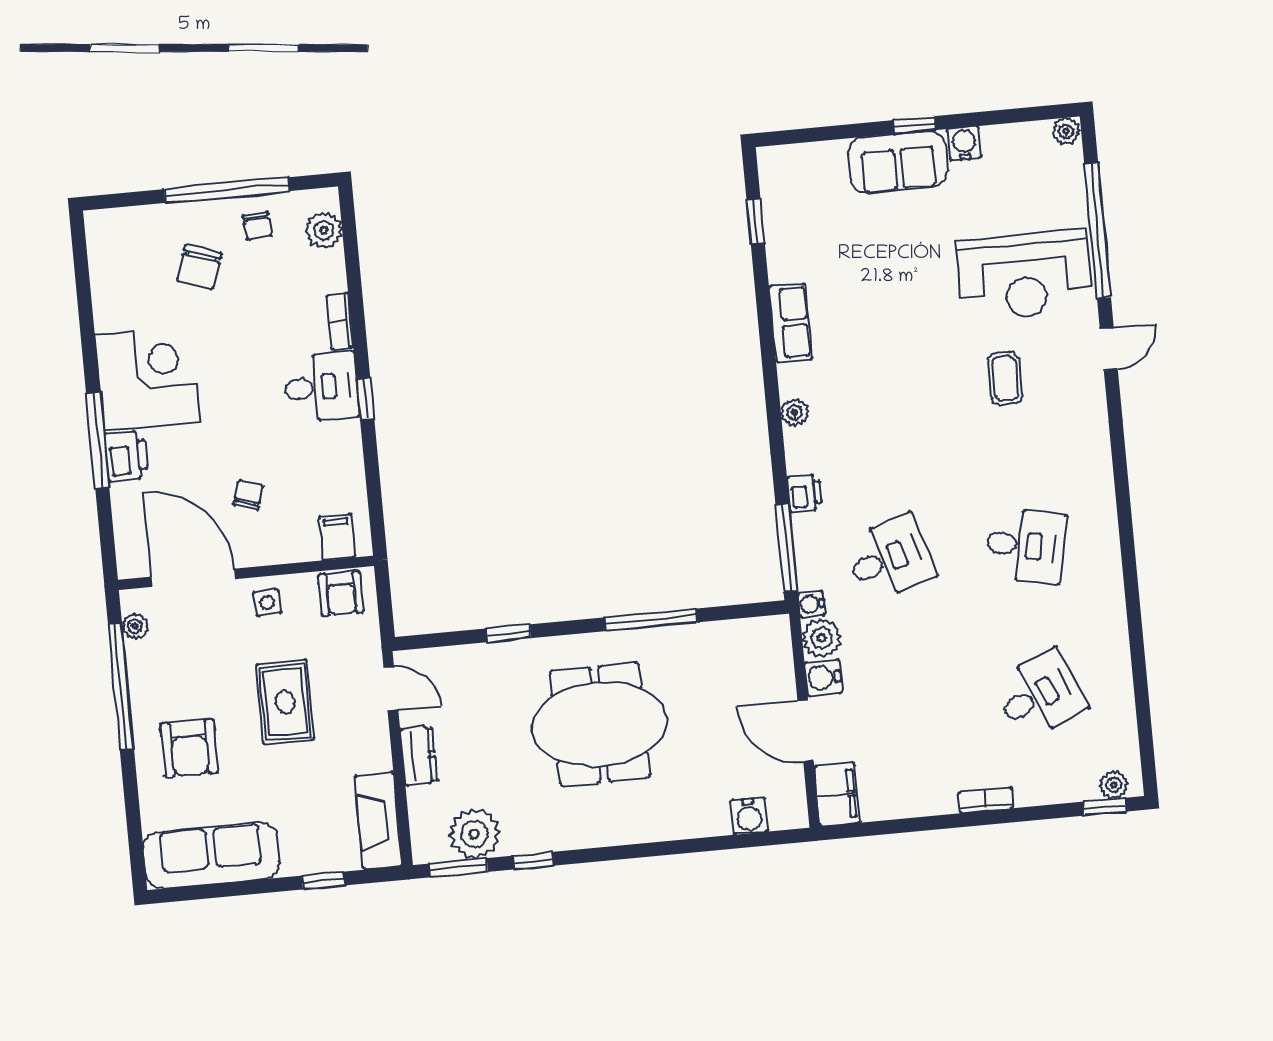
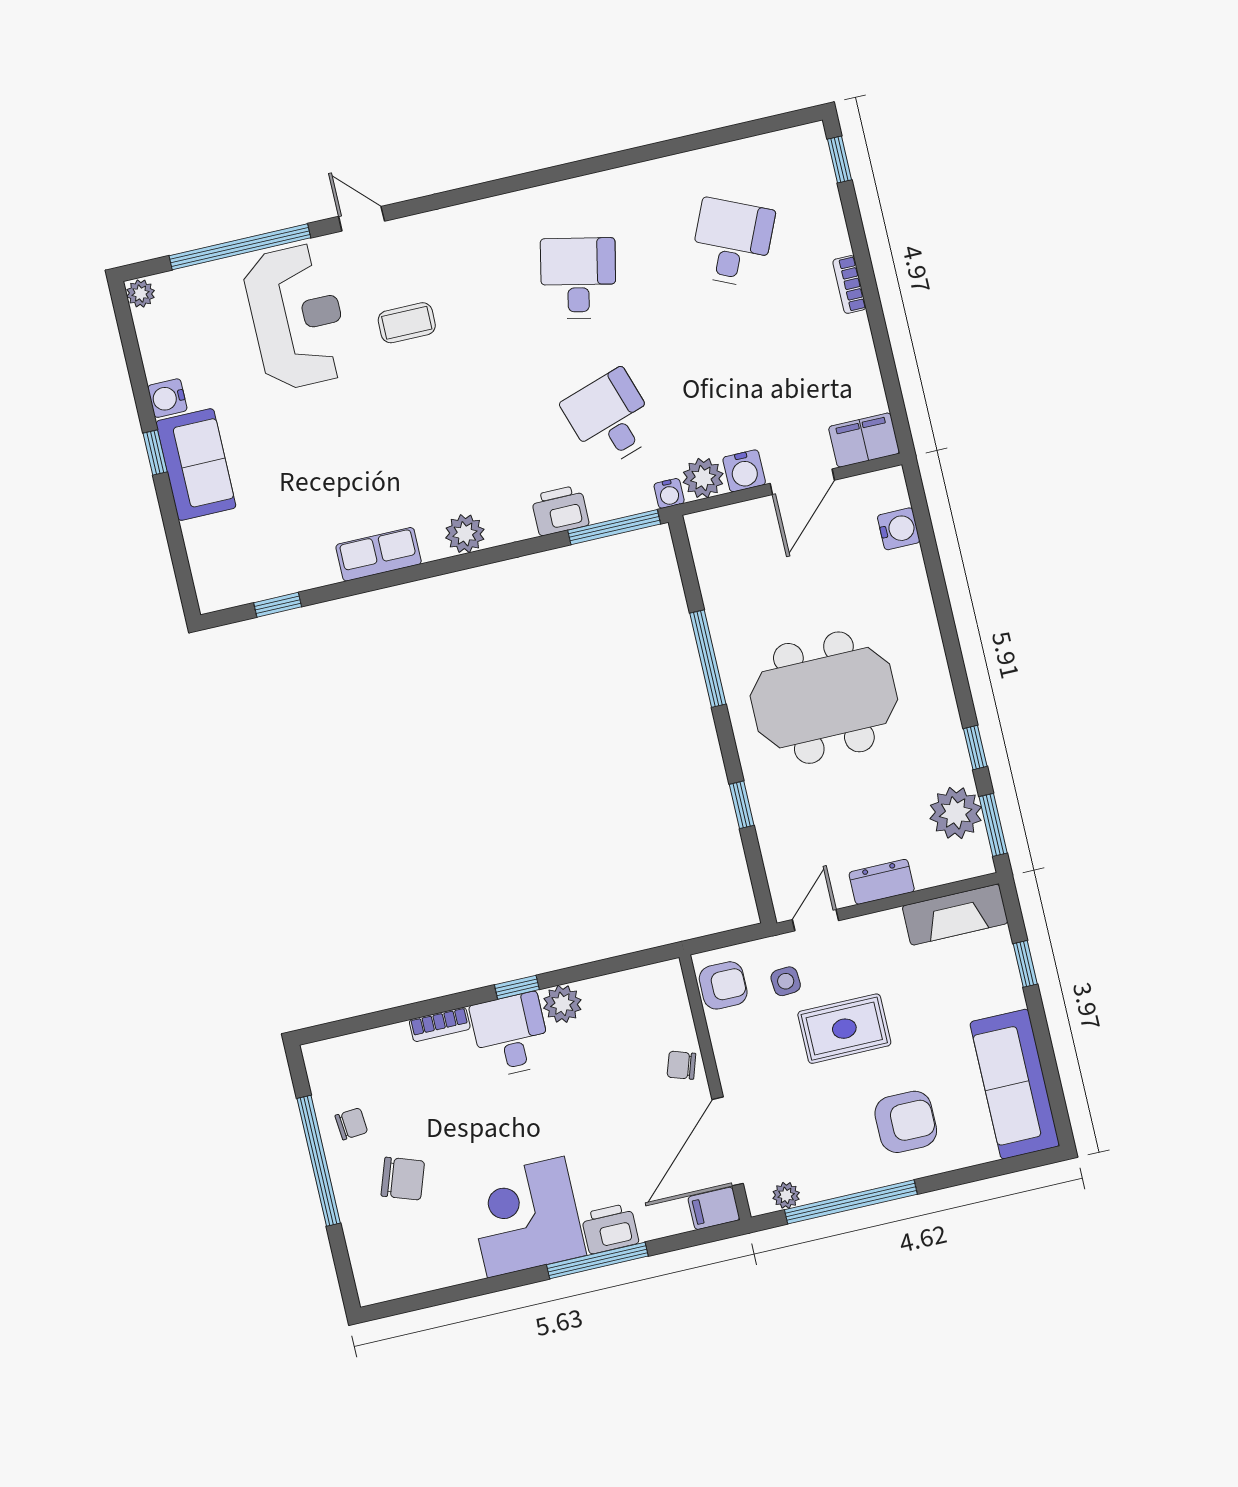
plant: (324, 230) -> (562, 1004), moved
plant: (794, 412) -> (465, 534), width x1.38, depth x1.38
printer: (805, 493) -> (560, 510), width x1.36, depth x1.24
chair: (248, 495) -> (681, 1065), moved
filing cabinet: (337, 537) -> (714, 1208), moved
side table: (267, 603) -> (786, 981), moved
desk: (1040, 695) -> (732, 243), turned 48
meeting table: (599, 724) -> (824, 698), turned 90
plant: (1114, 785) -> (815, 153), removed

